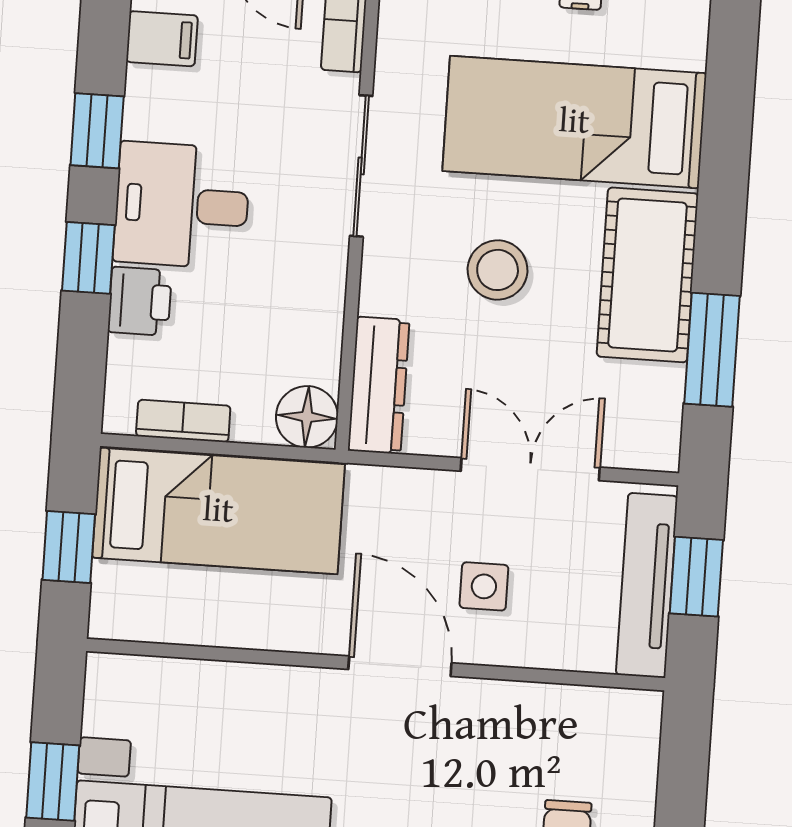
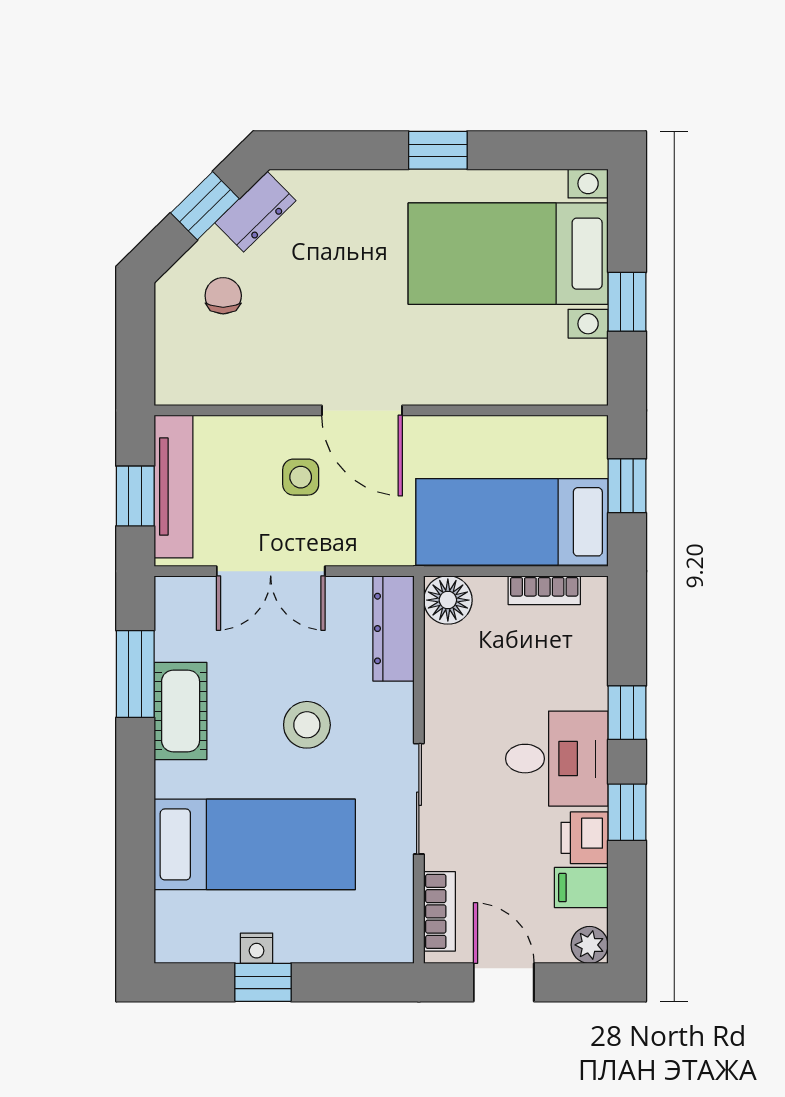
cot: (648, 275) -> (181, 711), width x0.73, depth x0.75
printer: (140, 301) -> (585, 838), moved

